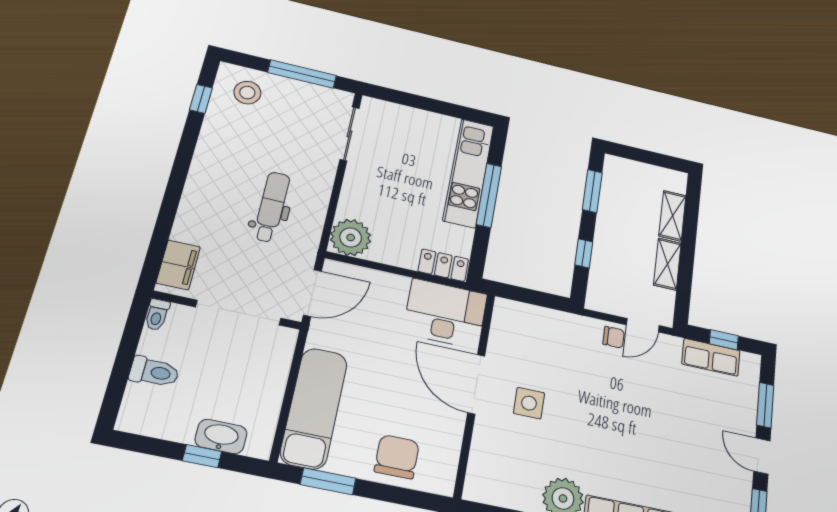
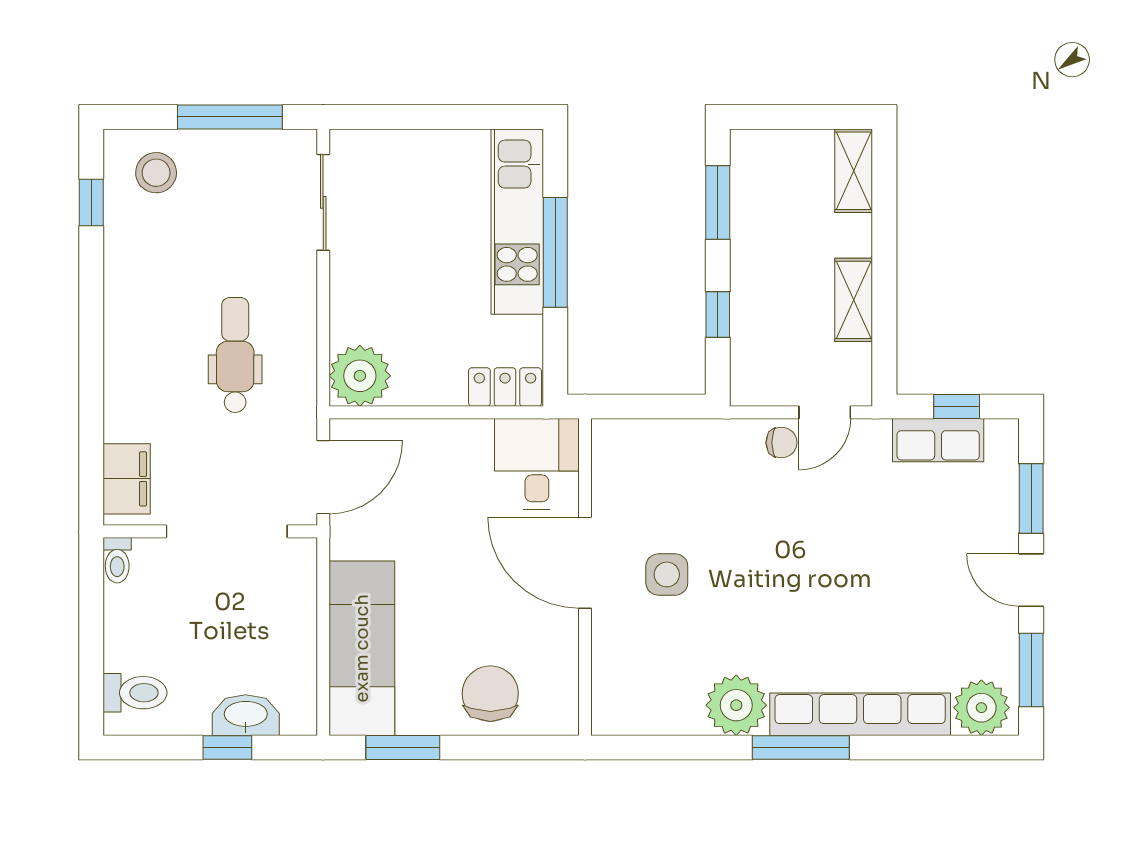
shelving: (672, 216) -> (854, 171), moved
desk: (445, 314) -> (537, 464), width x0.73
toilet: (154, 372) -> (135, 693), moved

